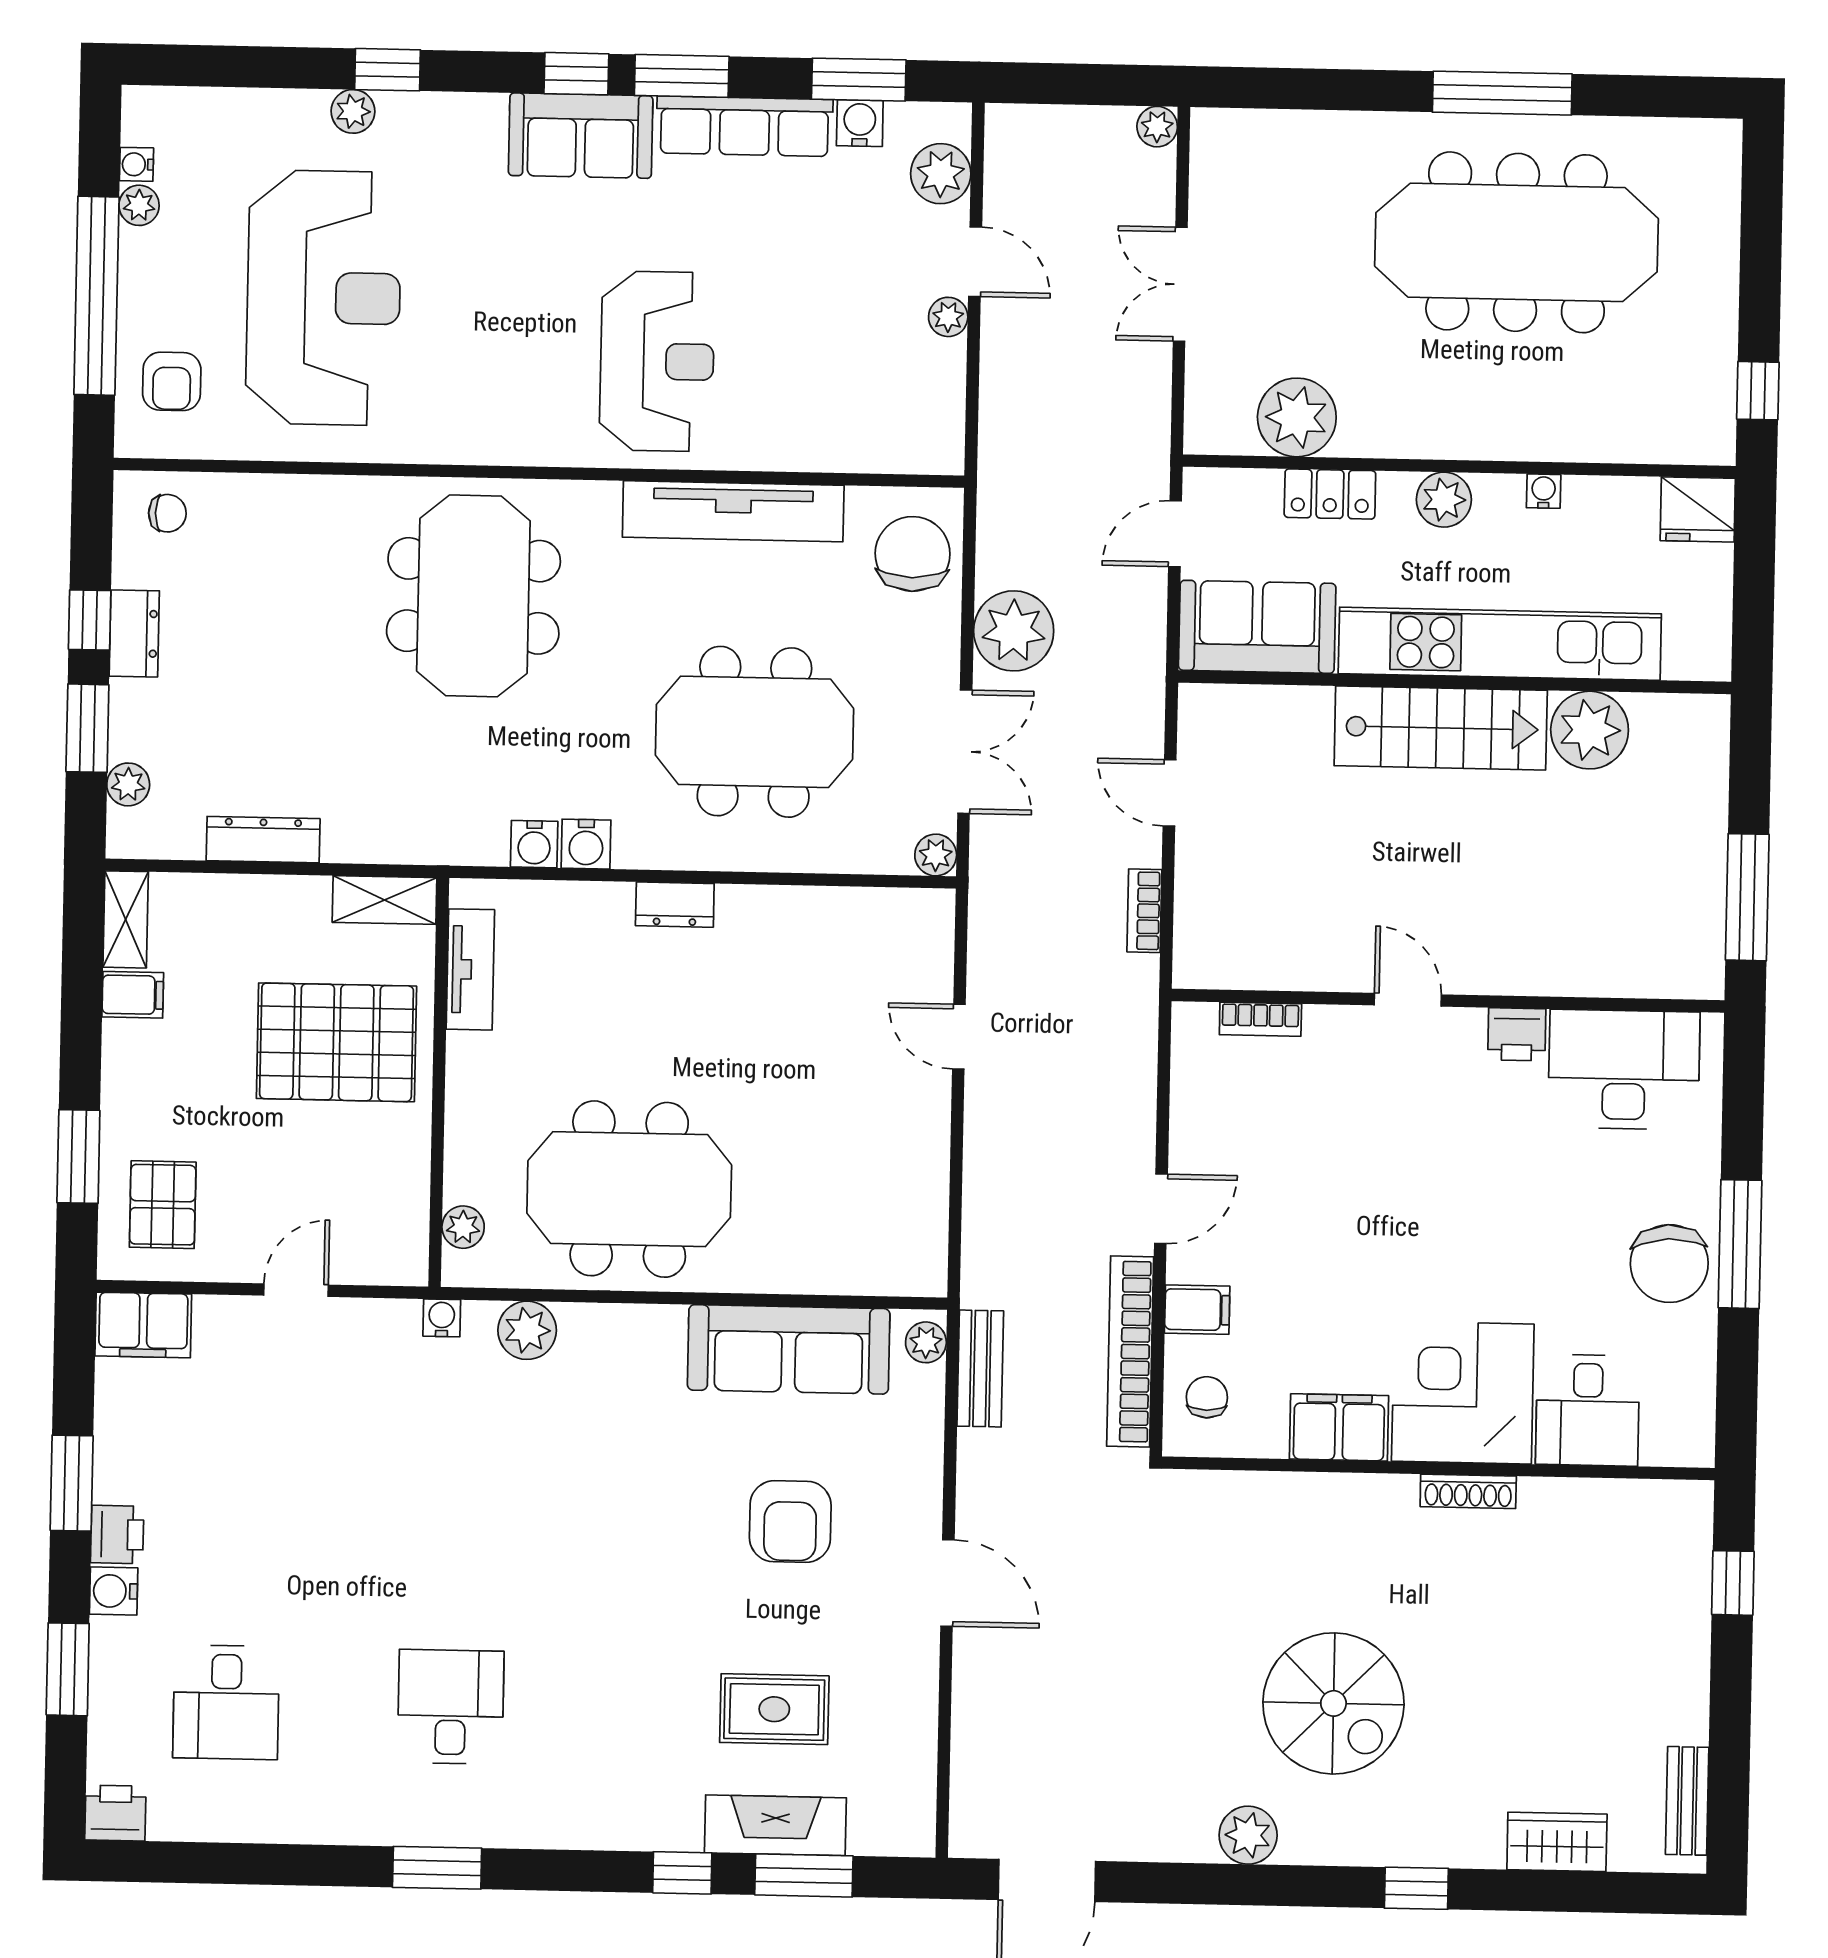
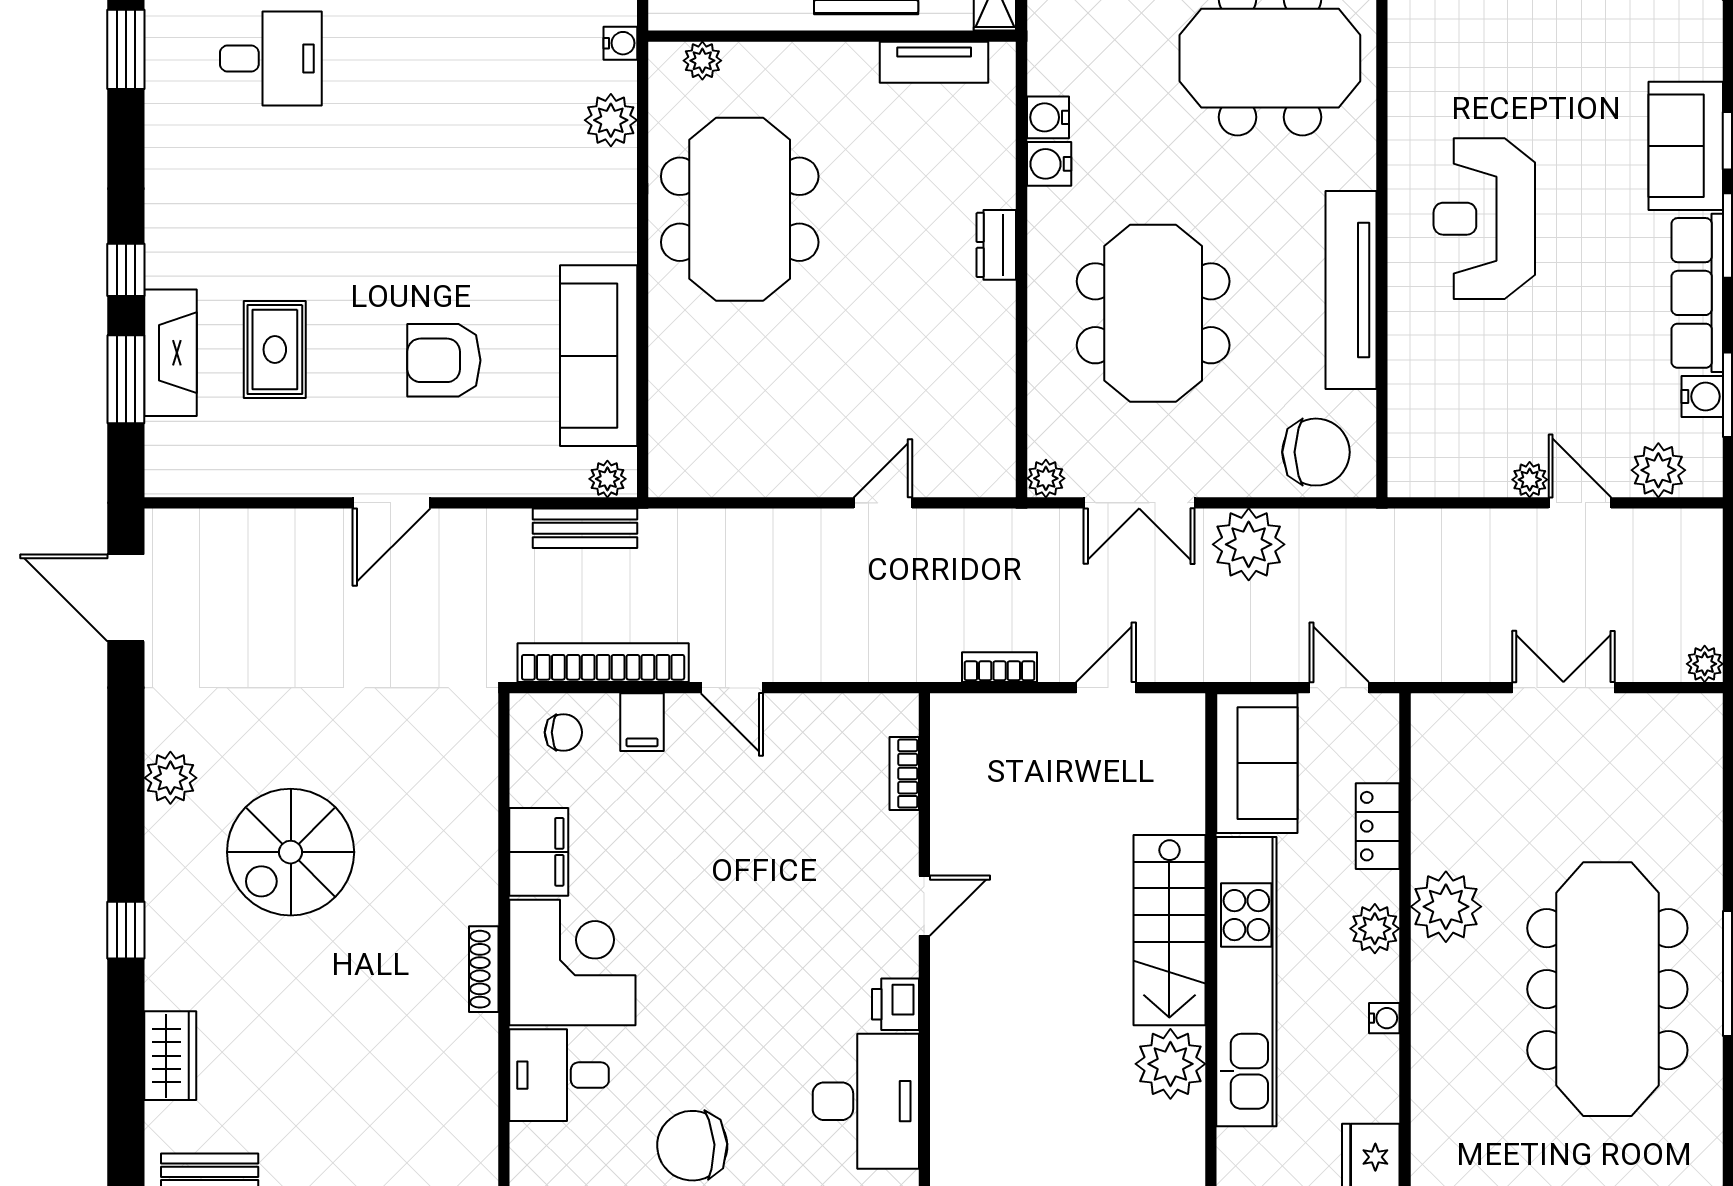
door: (975, 262) -> (1580, 503), swing flipped
reception desk: (657, 361) -> (1484, 219), turned 90
plant: (1297, 417) -> (1446, 907), moved

